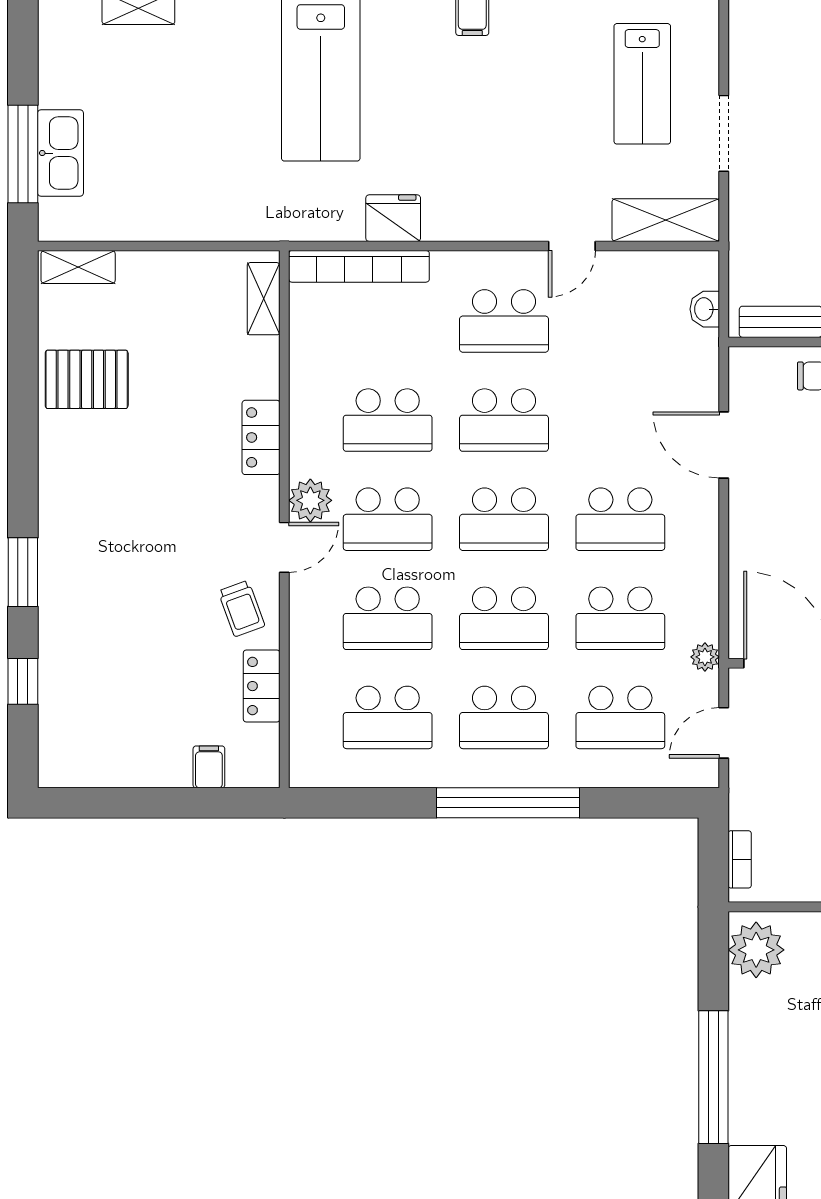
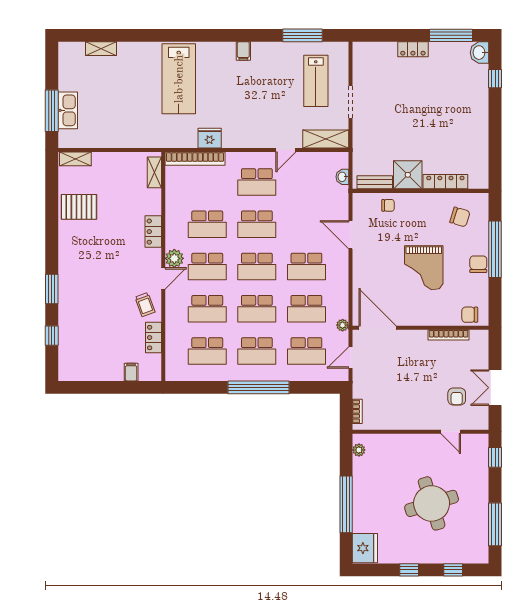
plant: (756, 950) -> (359, 450), width x0.53, depth x0.53

